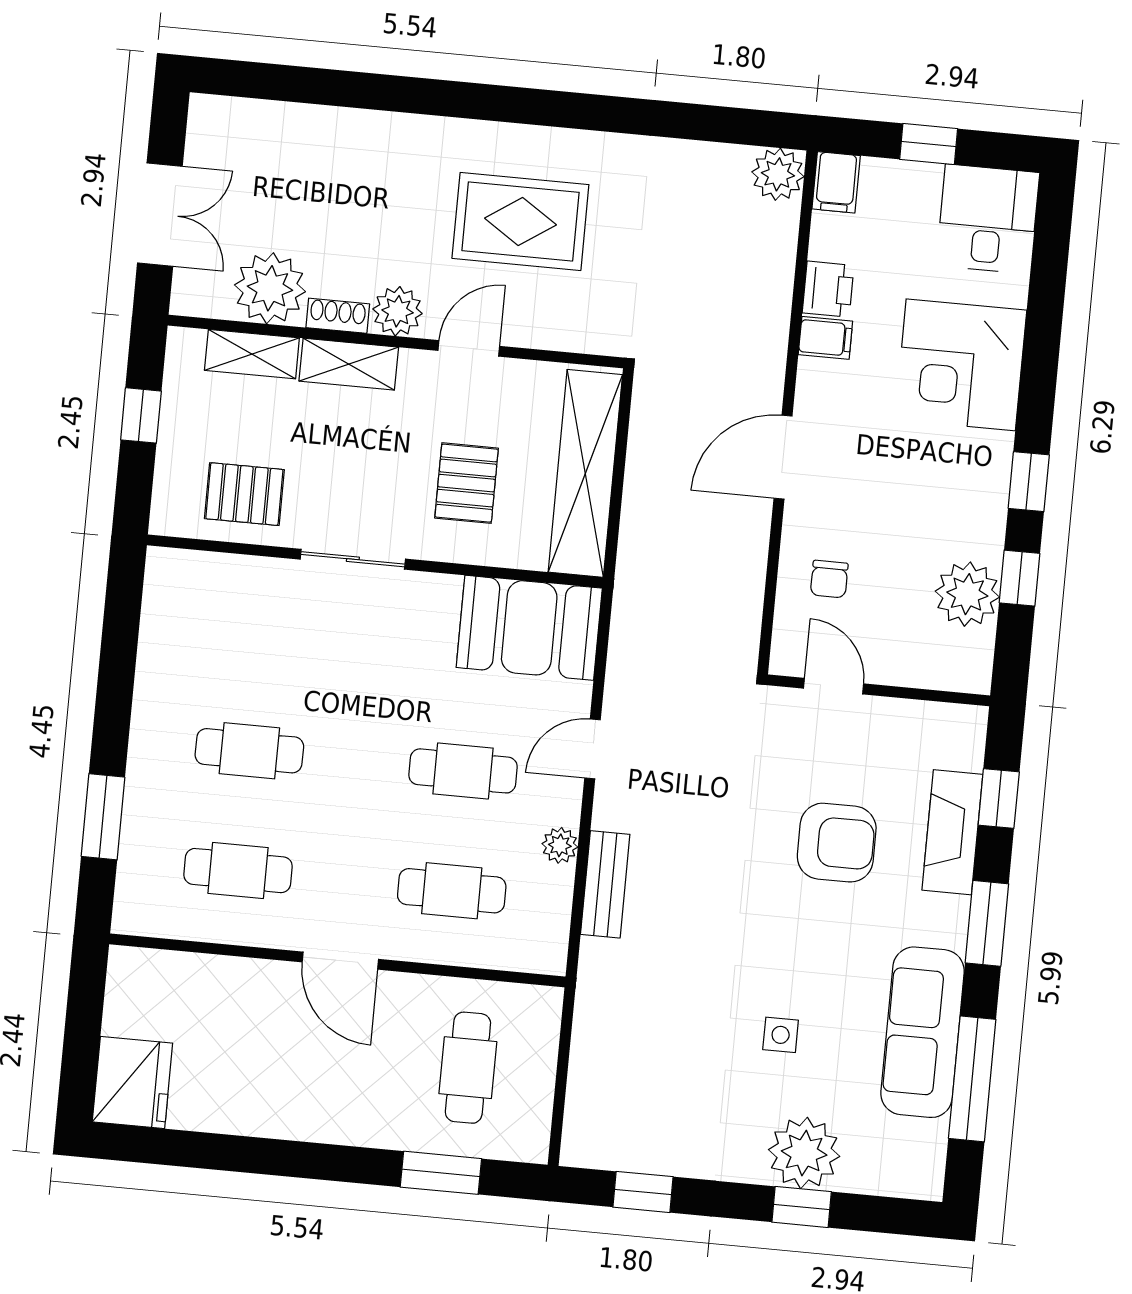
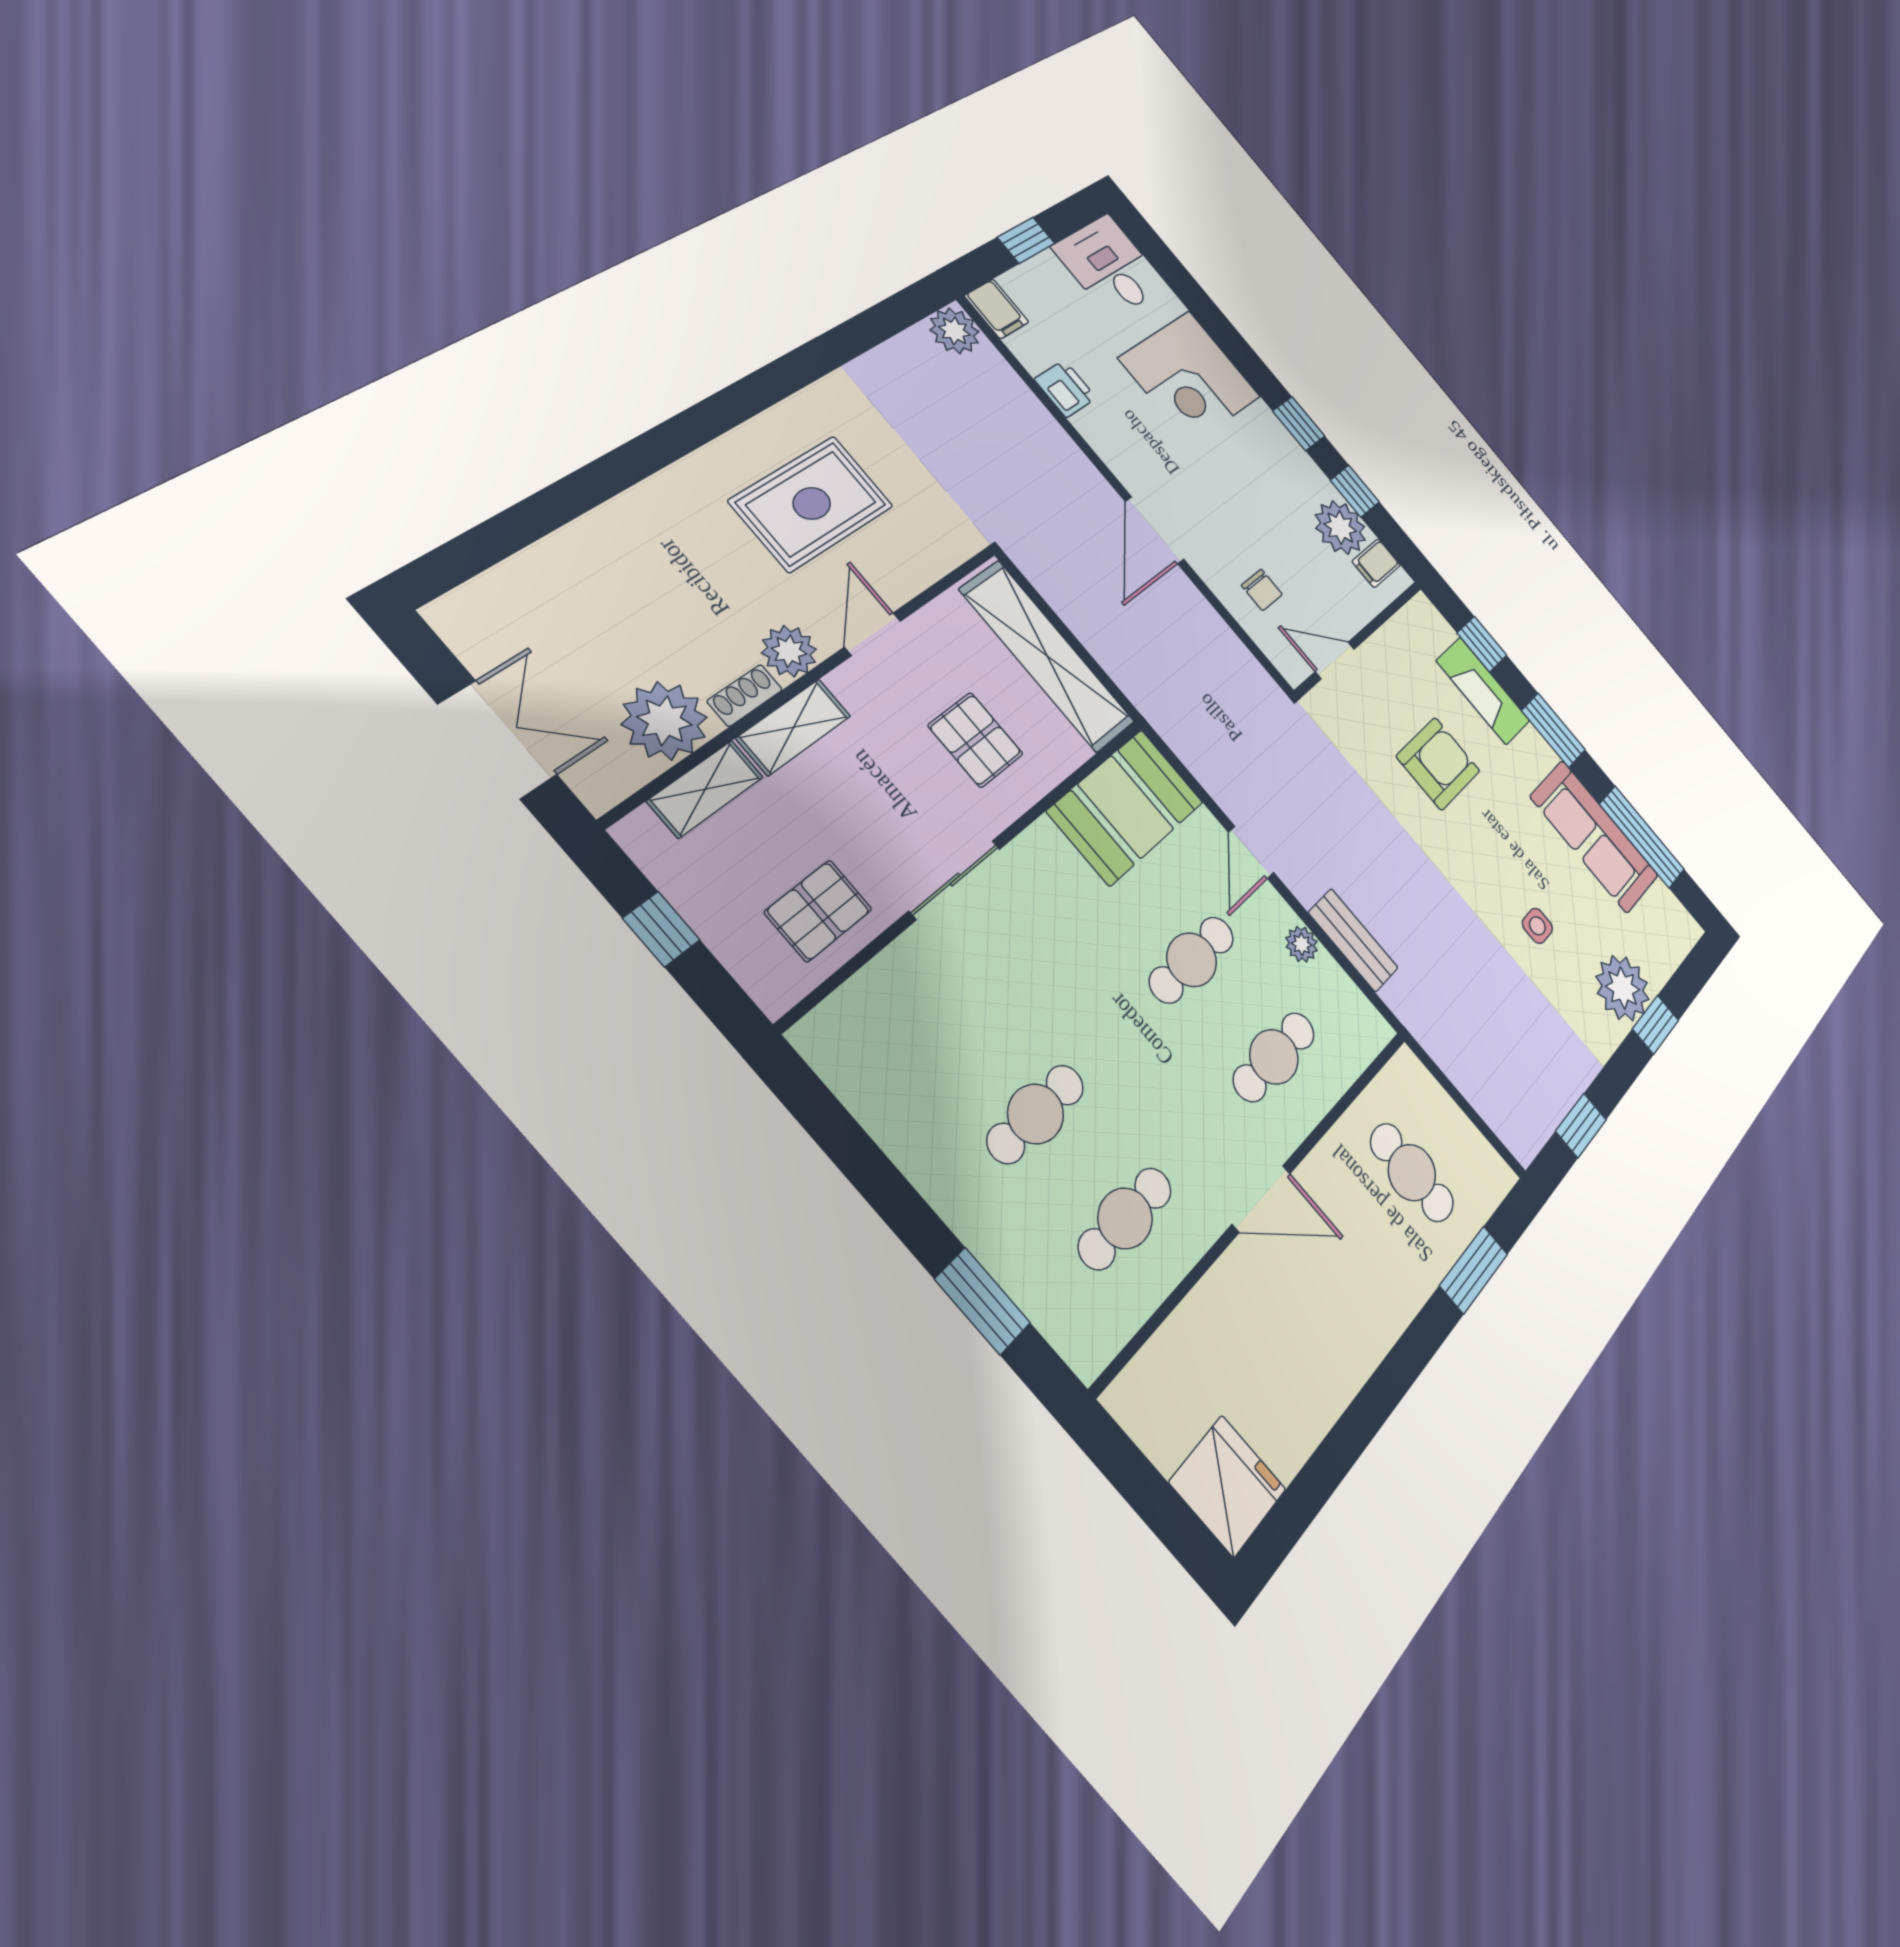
filing cabinet: (825, 338) -> (1376, 563), moved, turned 180

